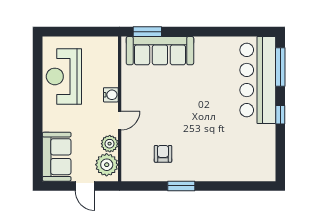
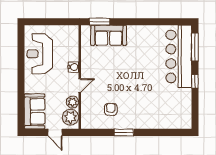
sofa: (160, 51) -> (109, 35), width x0.73

